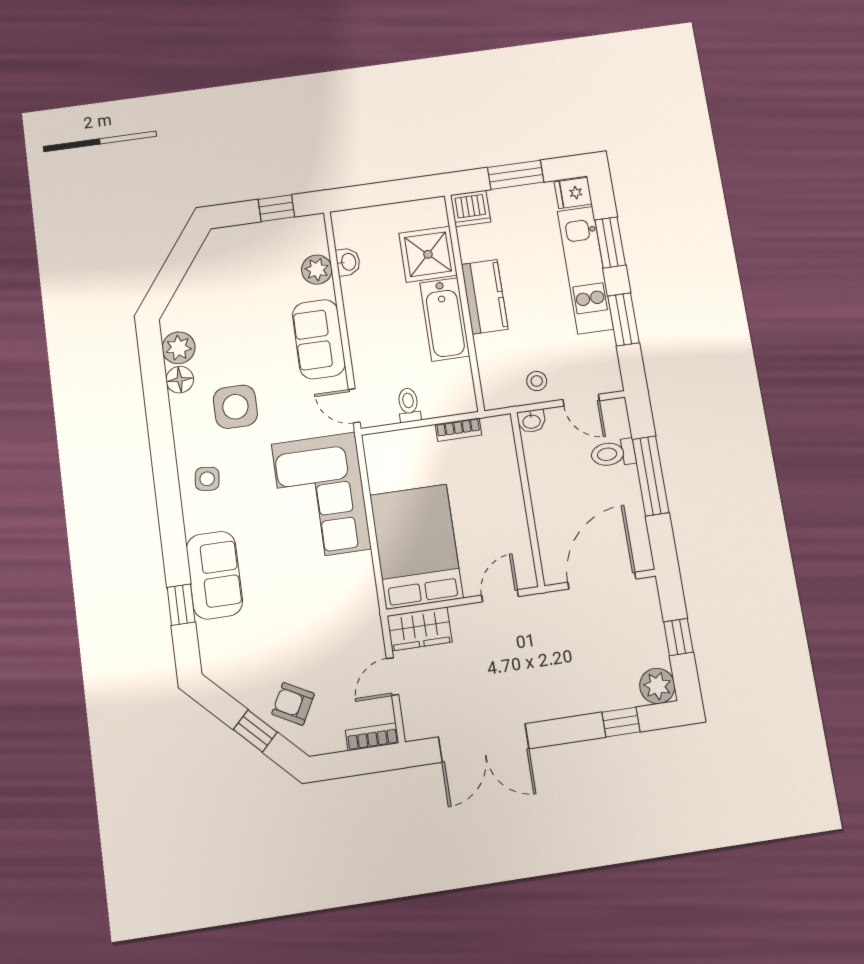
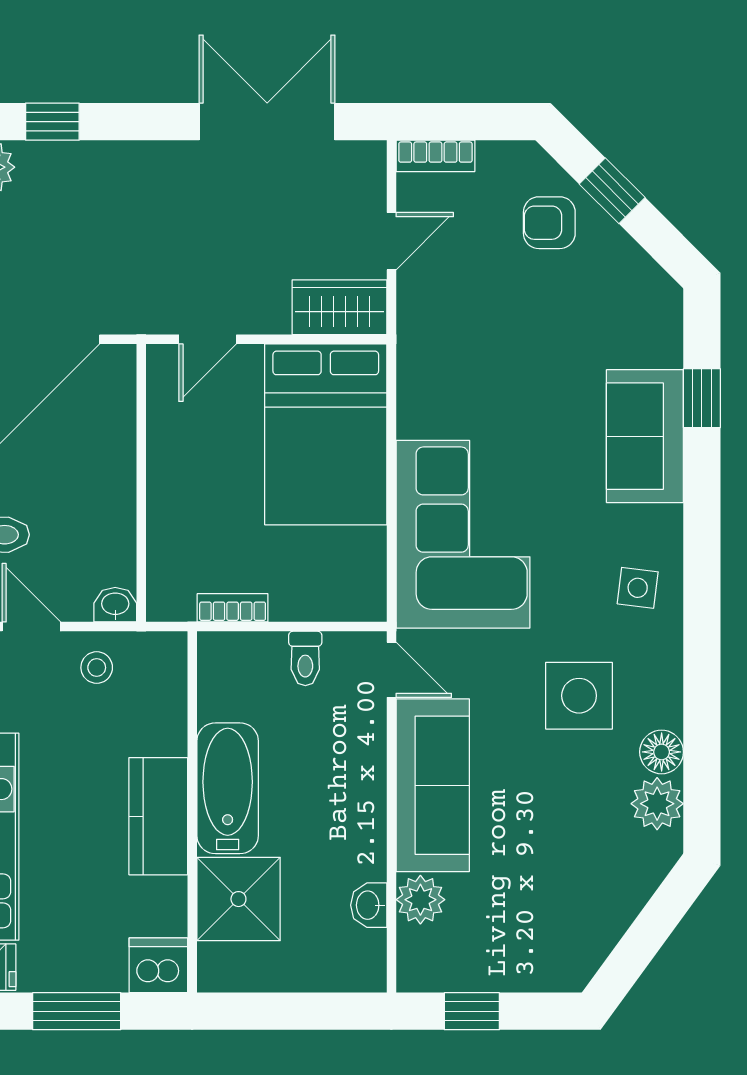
sofa: (319, 339) -> (433, 785), width x1.36
armchair: (293, 704) -> (549, 223), turned 152

